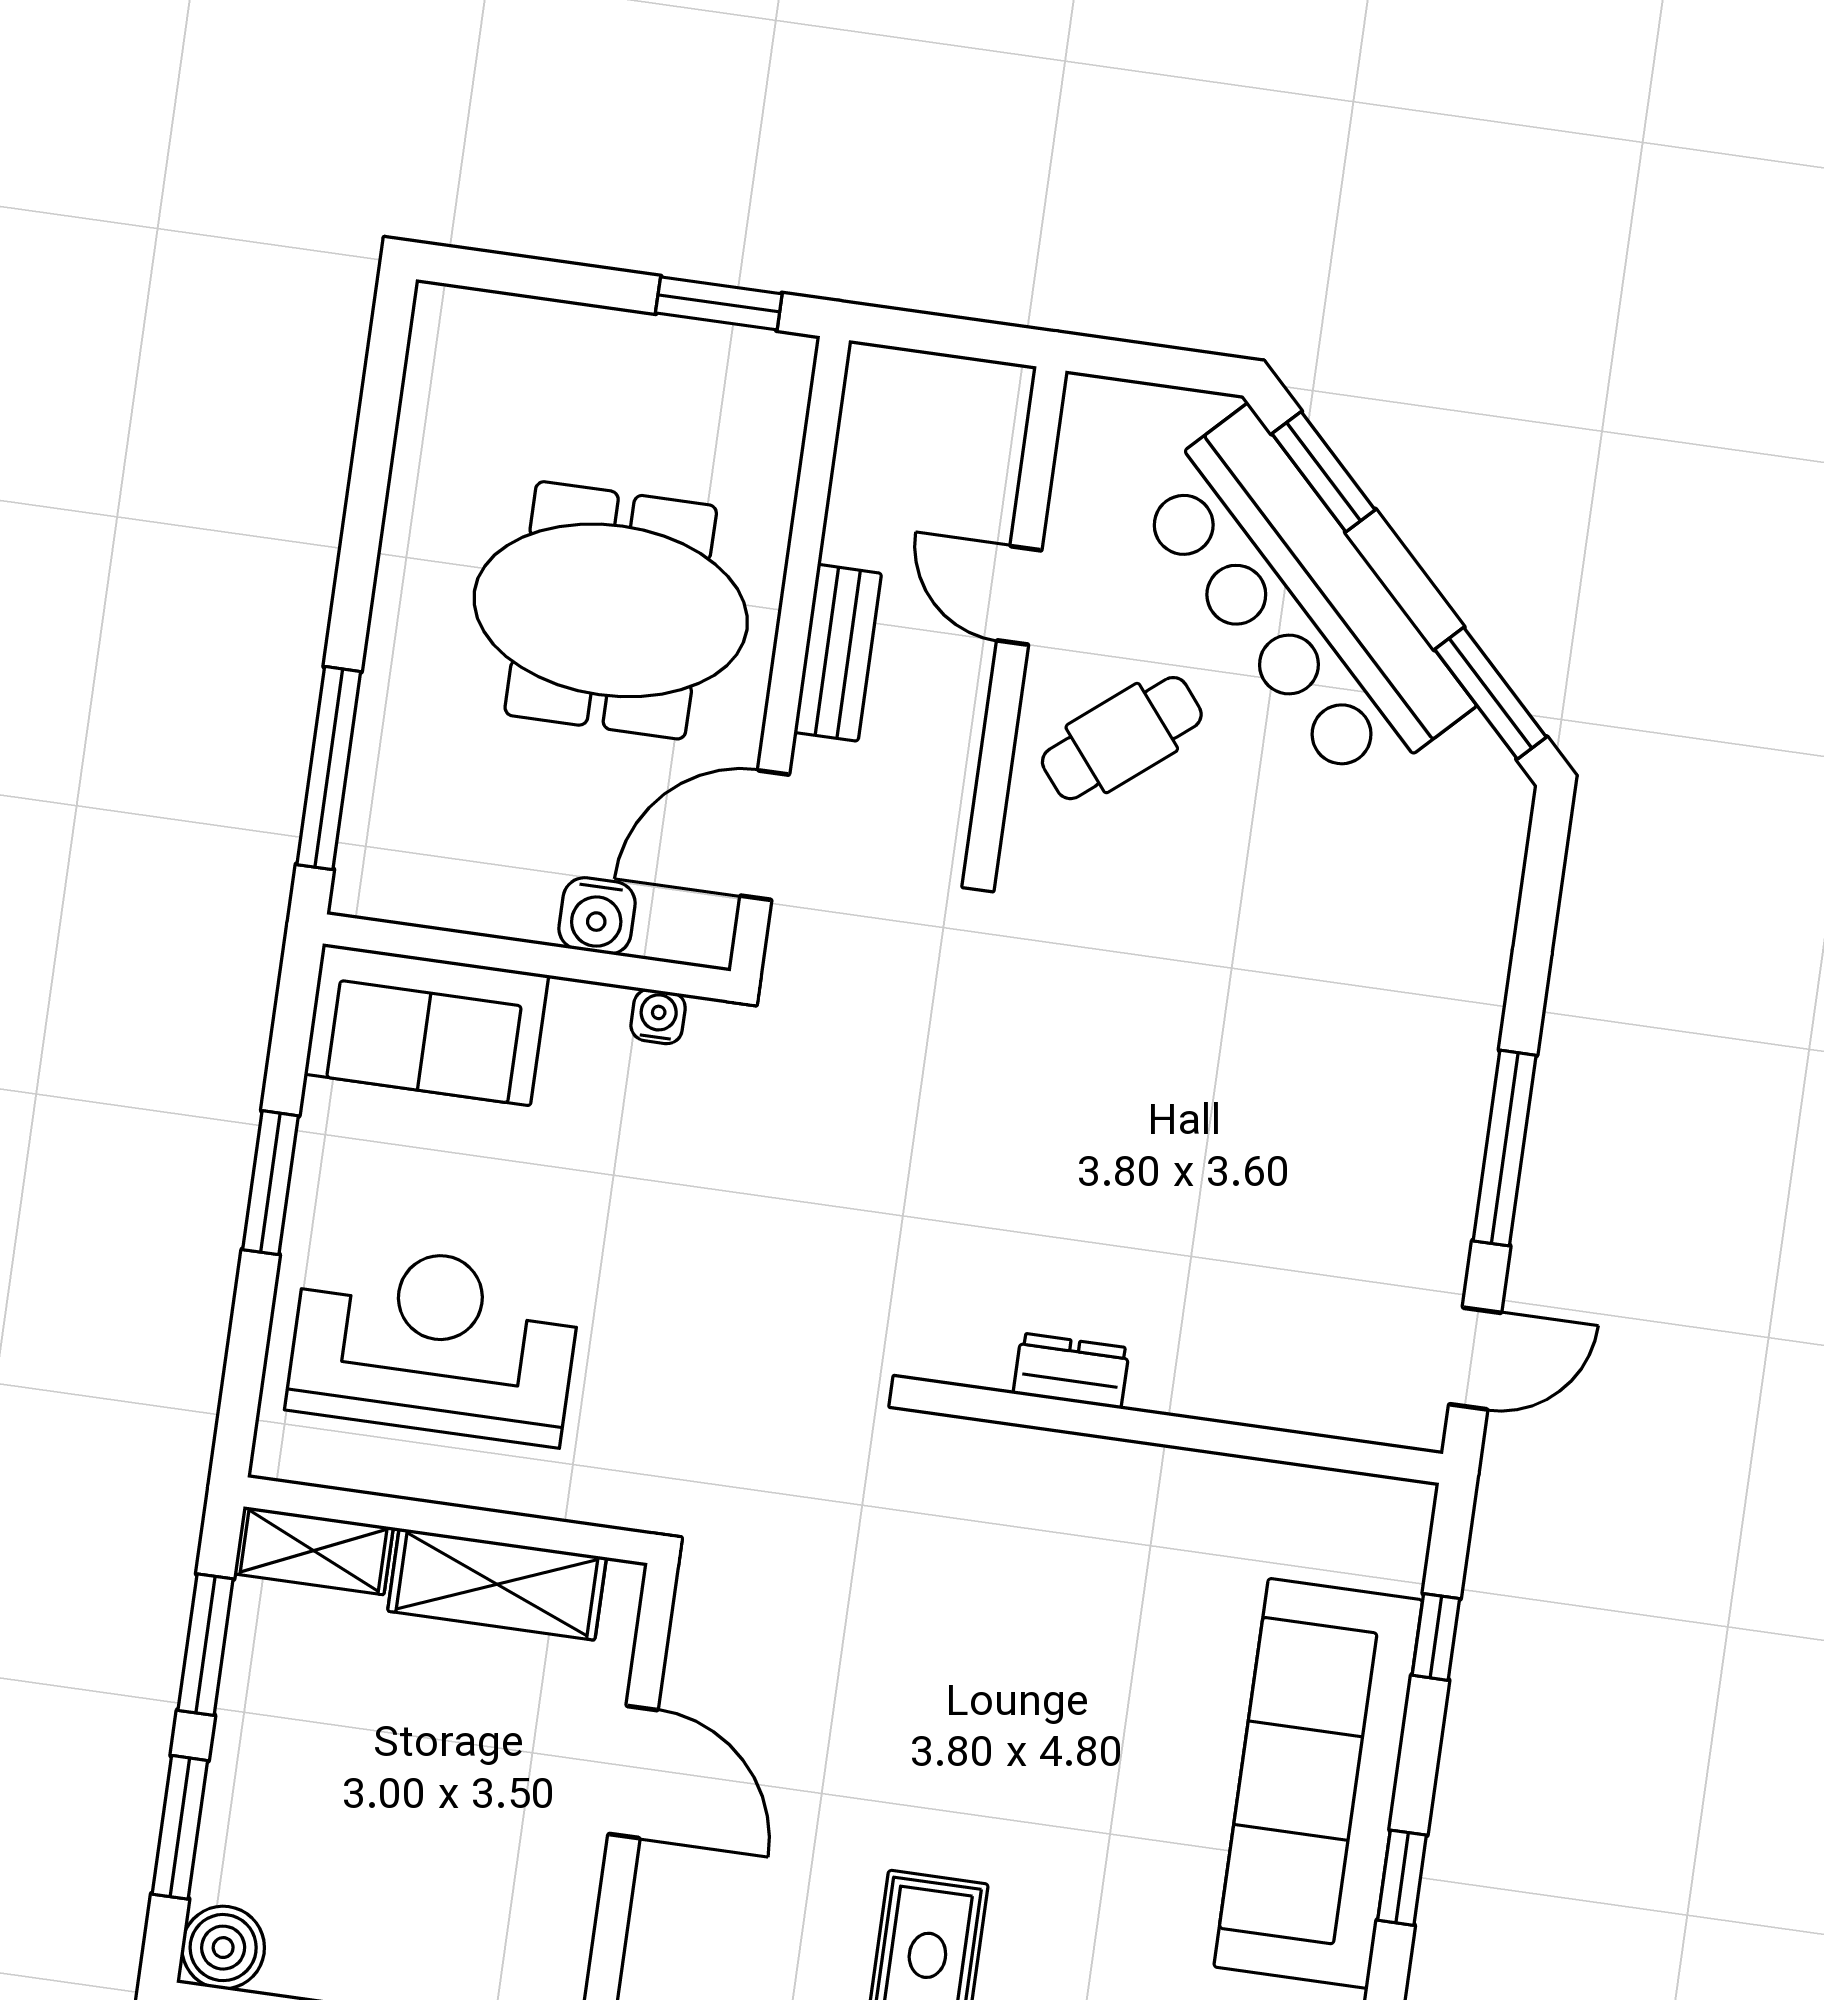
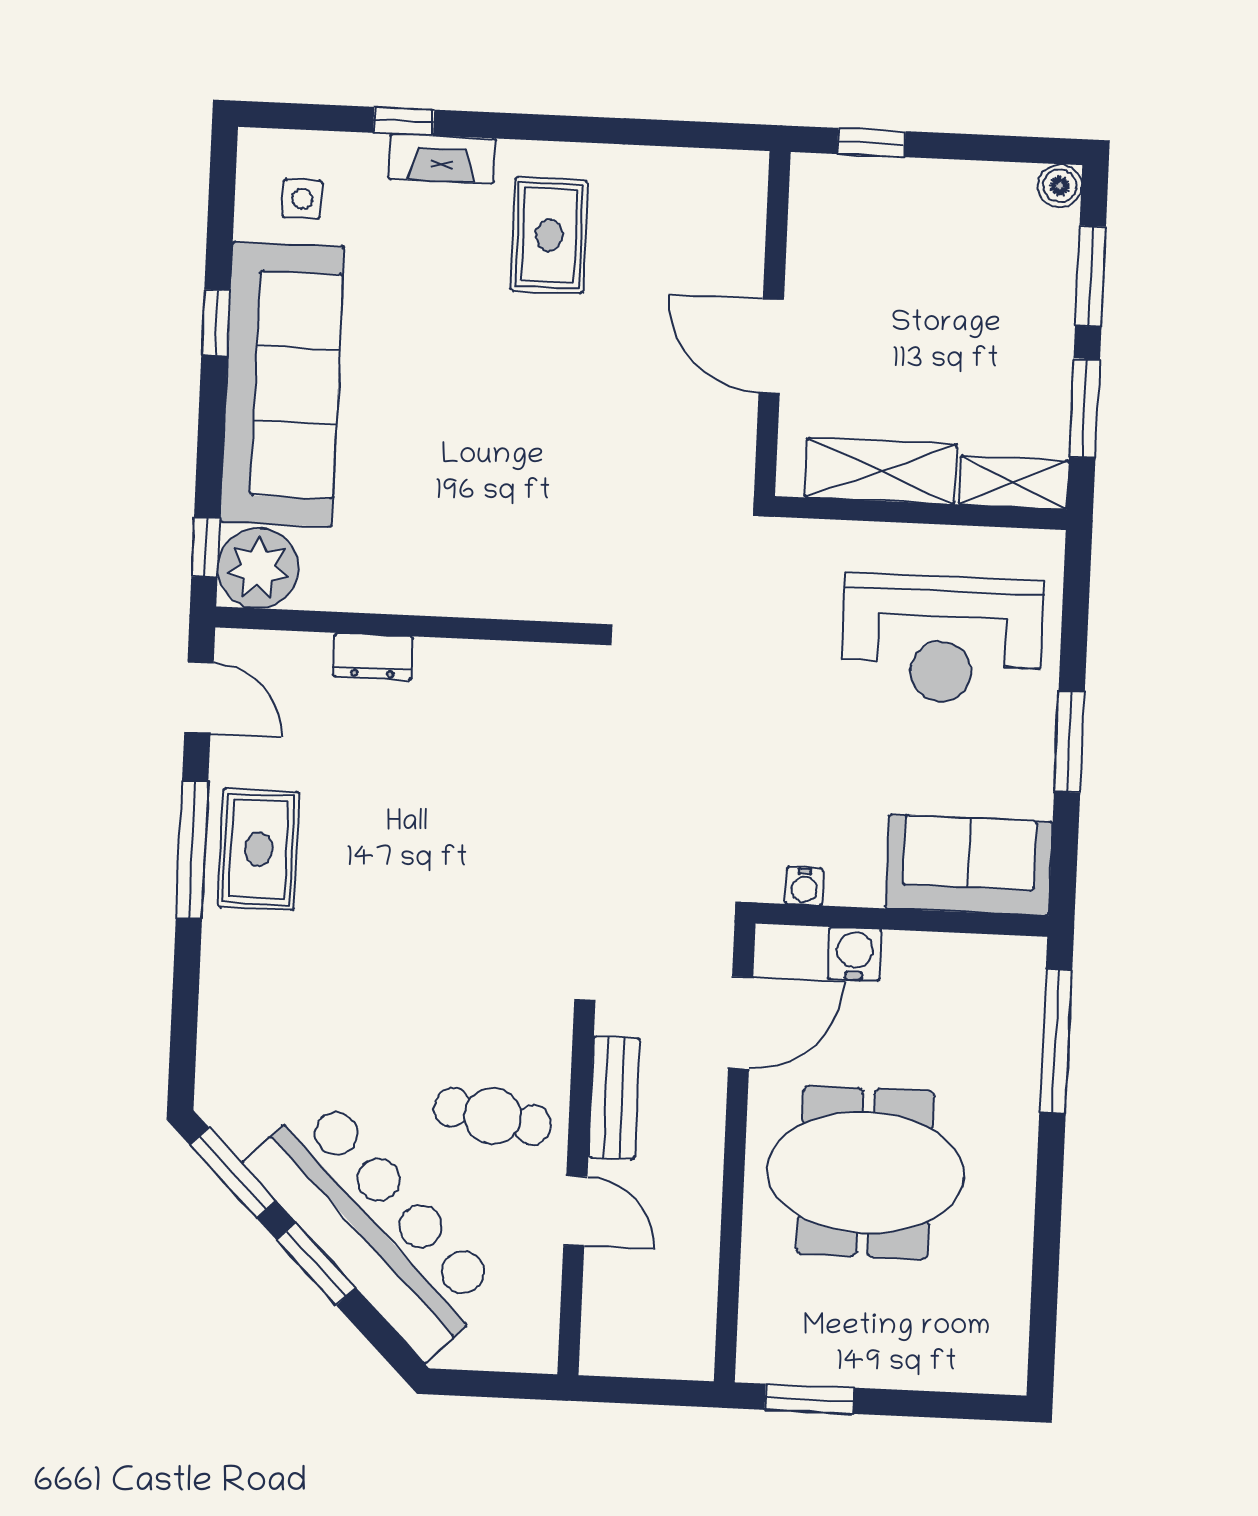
window: (1324, 472) -> (316, 1264), moved
bench: (838, 653) -> (614, 1098), moved
cafe table: (1122, 738) -> (493, 1116), turned 49
rug: (1412, 1140) -> (258, 849), added
door: (1475, 1359) -> (199, 698), swing flipped
dresser: (1071, 1371) -> (373, 657), moved
plant: (1376, 1531) -> (258, 568), added
window: (1436, 1637) -> (206, 547), moved
boiler: (223, 1948) -> (1060, 186), width x0.73, depth x0.73

